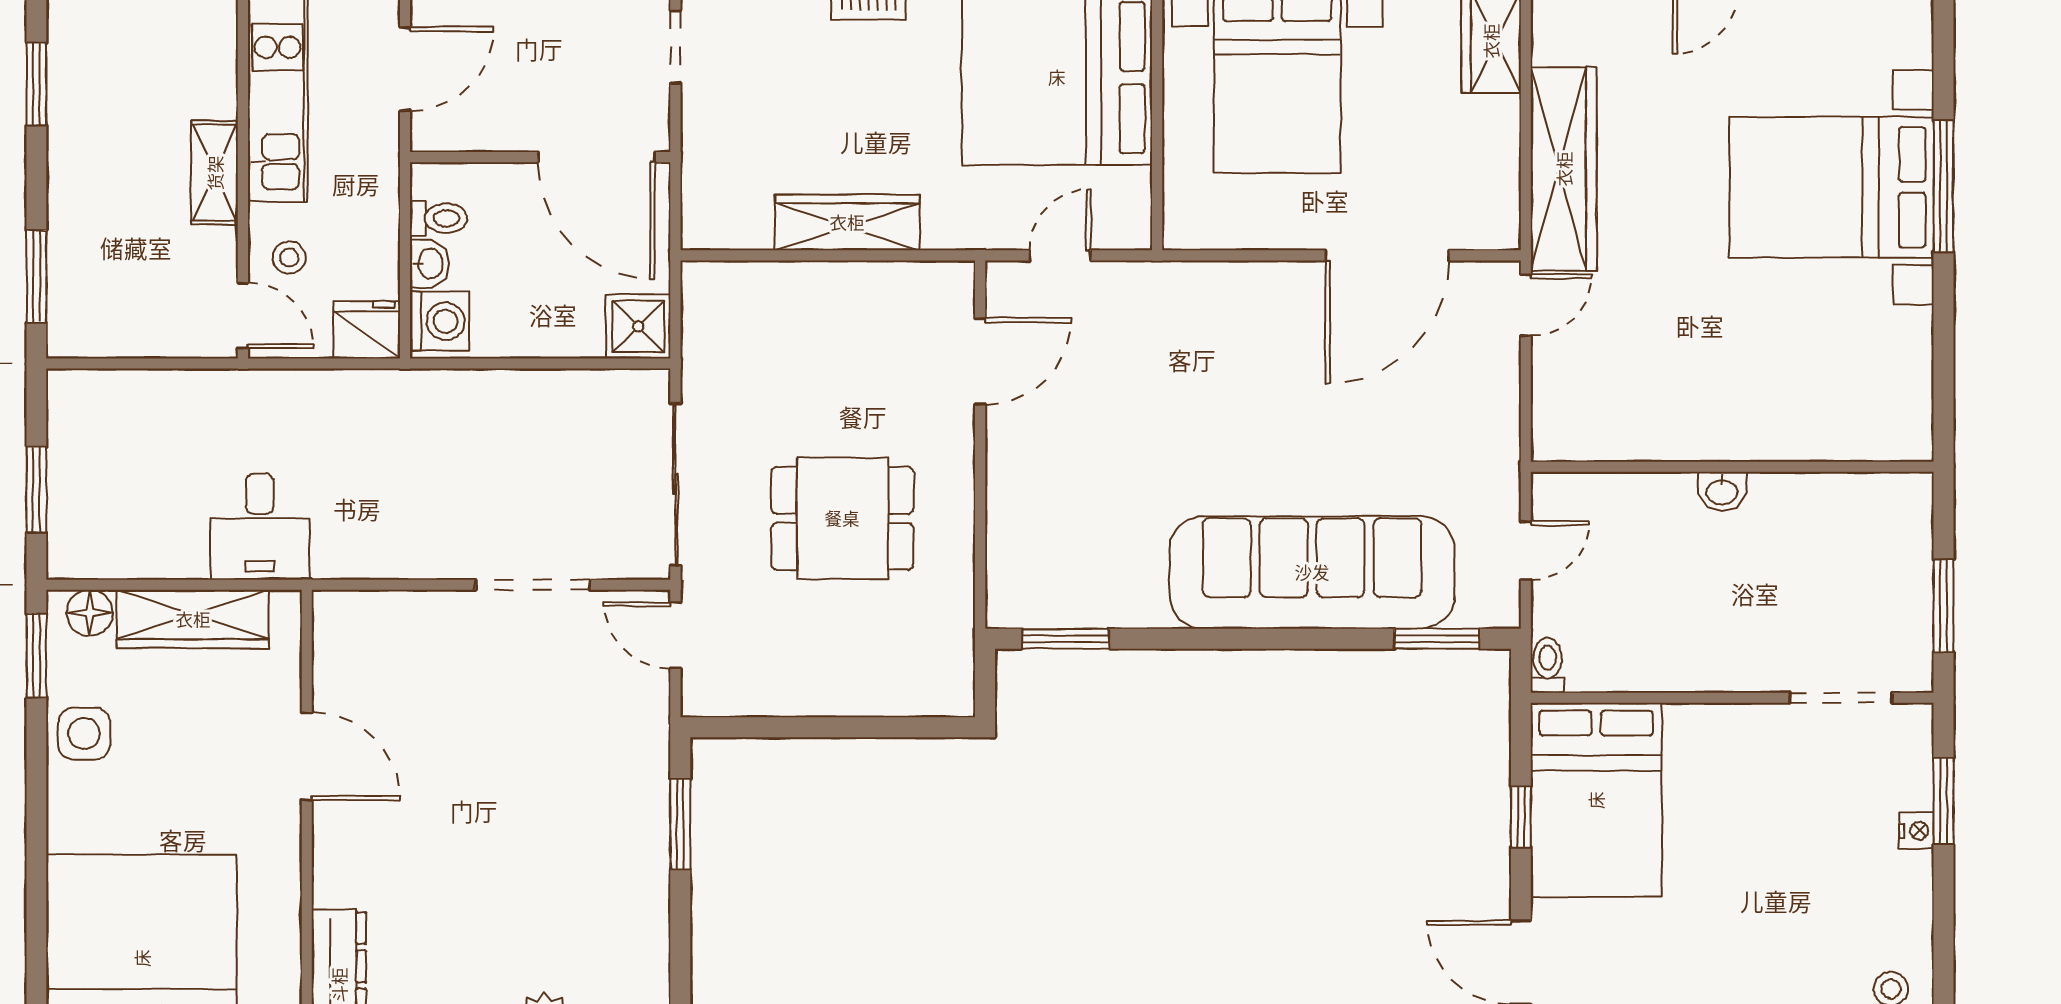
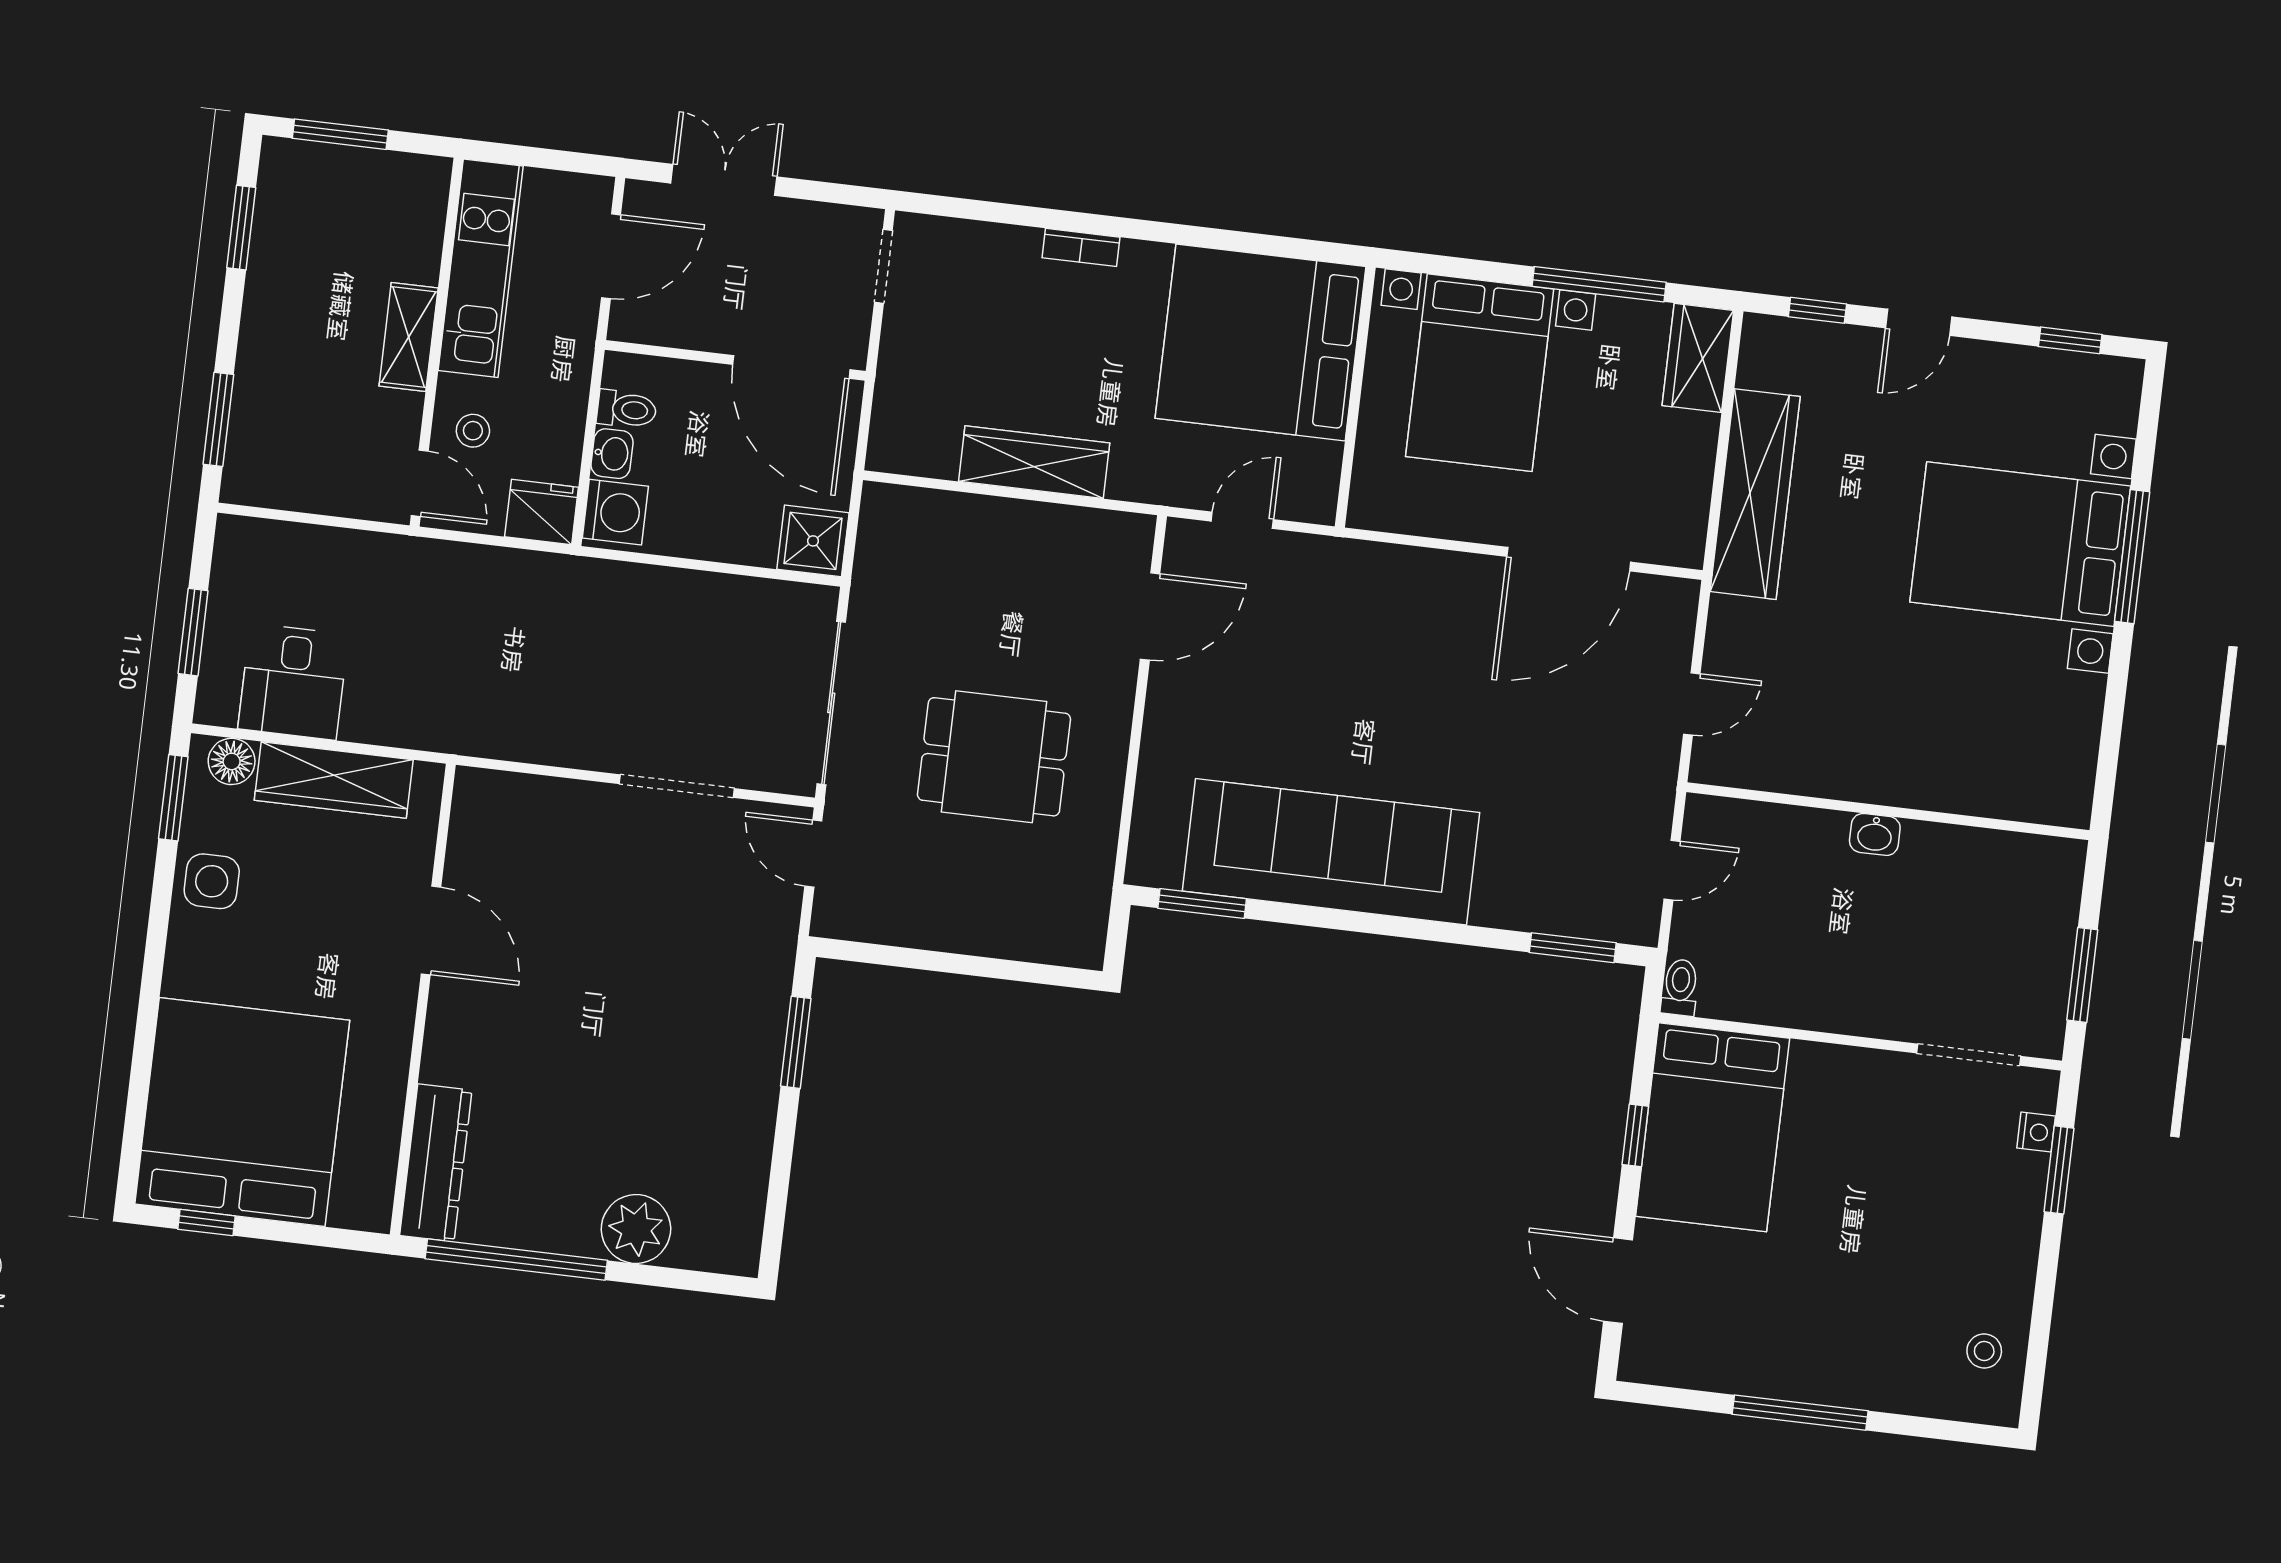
door: (1526, 305) -> (1692, 704), moved
desk: (260, 527) -> (293, 682), moved
sofa: (1312, 572) -> (1331, 852), moved
nightstand: (1917, 831) -> (2036, 1132), moved

